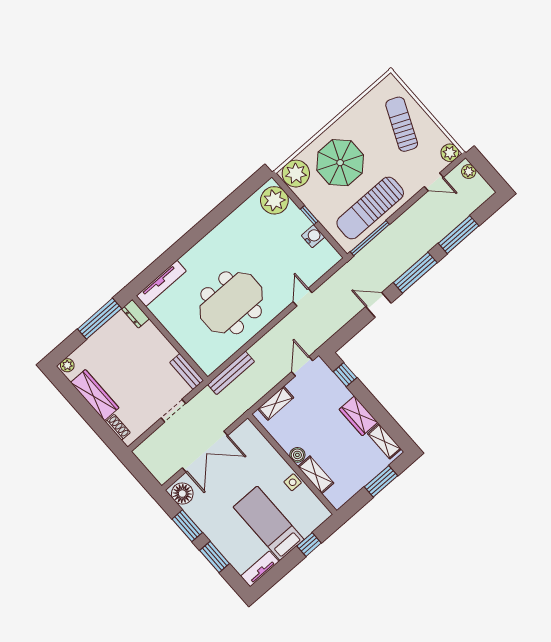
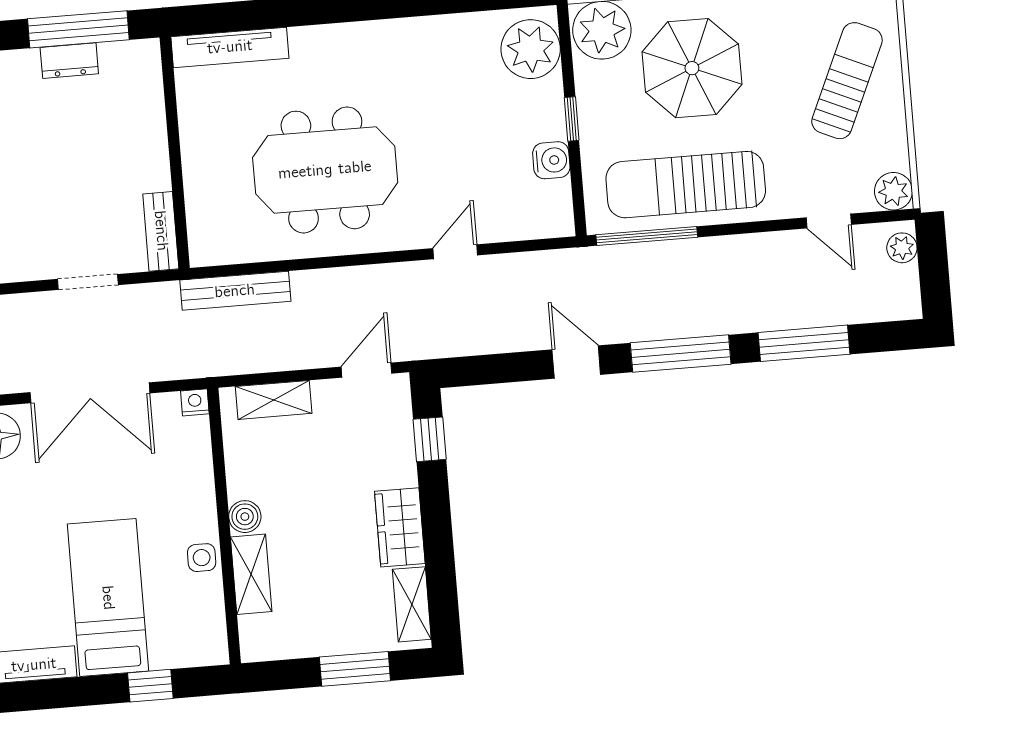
dresser: (135, 314) -> (69, 61), moved, turned -90
nightstand: (247, 426) -> (195, 402), added

